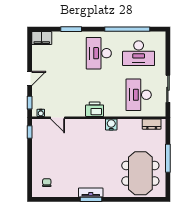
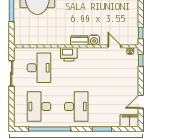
desk: (139, 53) -> (39, 107), turned -90
door: (30, 78) -> (141, 102), moved
printer: (95, 109) -> (69, 54), moved
water cooler: (111, 124) -> (94, 40), moved
dresser: (152, 124) -> (79, 40), moved

